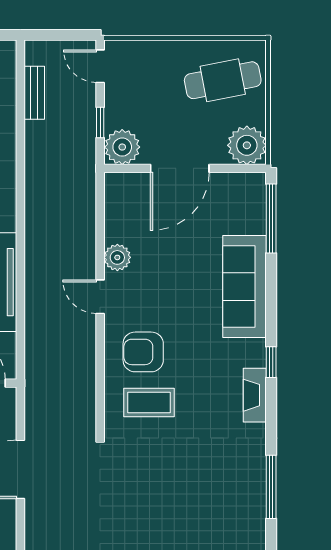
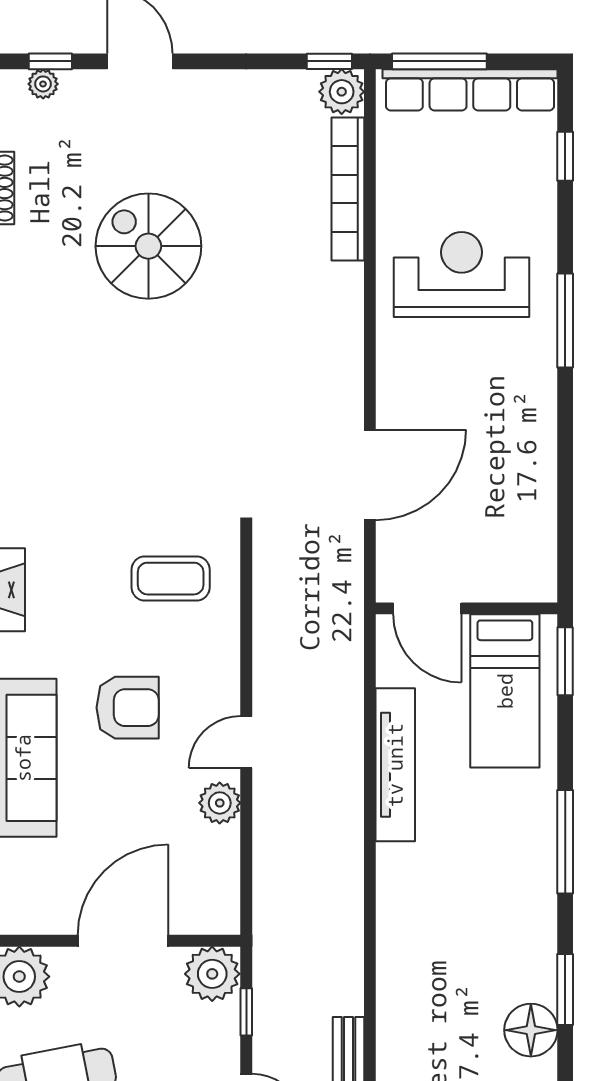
door: (100, 297) -> (246, 742), swing flipped
armchair: (143, 352) -> (128, 708), moved

